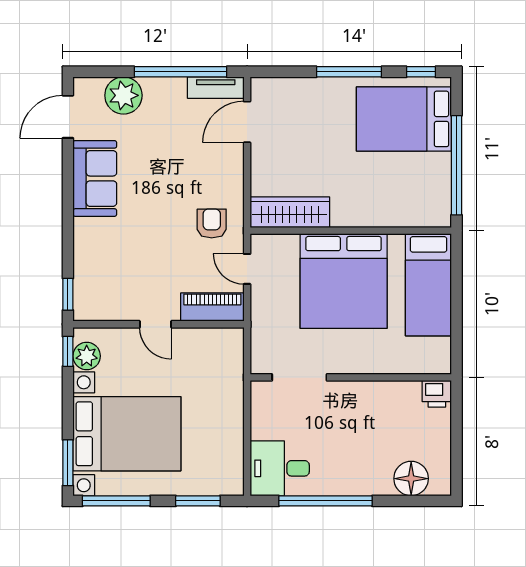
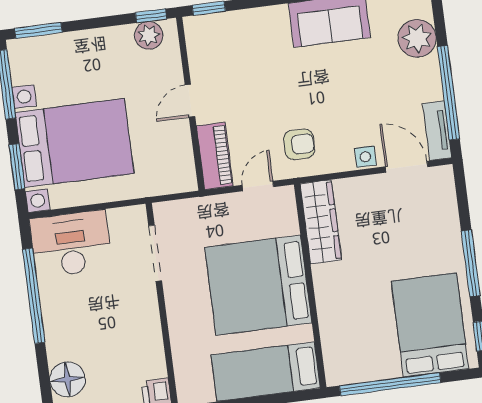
side table: (232, 161) -> (365, 157), added
bed with nightstands: (127, 434) -> (74, 143), moved, turned -90
desk: (280, 468) -> (71, 244), width x1.37

